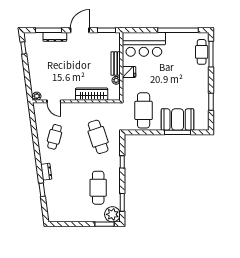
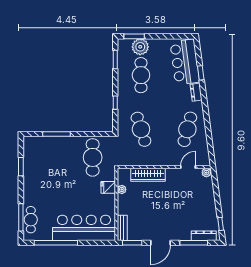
dresser: (55, 37) -> (204, 236), moved
bar counter: (144, 44) -> (84, 228), width x1.36
bench: (116, 63) -> (122, 228), moved
fridge: (129, 72) -> (108, 187), moved
door: (54, 101) -> (188, 167), hinge flipped
booth: (178, 120) -> (56, 148), removed
cafe table: (55, 137) -> (187, 129), width x1.37, depth x1.35
bar counter: (57, 200) -> (185, 62), added
plant: (112, 214) -> (140, 47), moved

